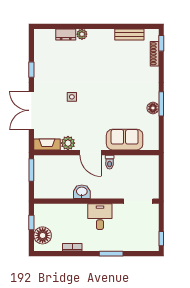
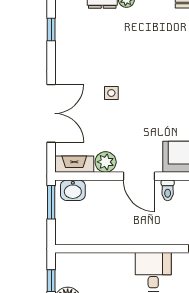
window: (31, 70) -> (51, 29), moved
double door: (31, 110) -> (51, 113), swing flipped
washbasin: (82, 192) -> (73, 190), moved, turned 180

